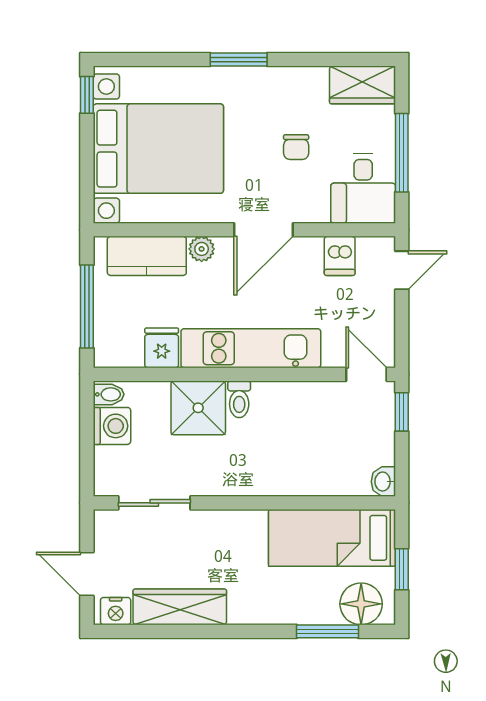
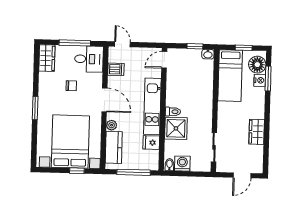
window: (87, 95) -> (77, 171), moved
window: (402, 412) -> (195, 46), moved
wardrobe: (180, 607) -> (257, 132), width x0.67
nightstand: (116, 611) -> (260, 80), moved

